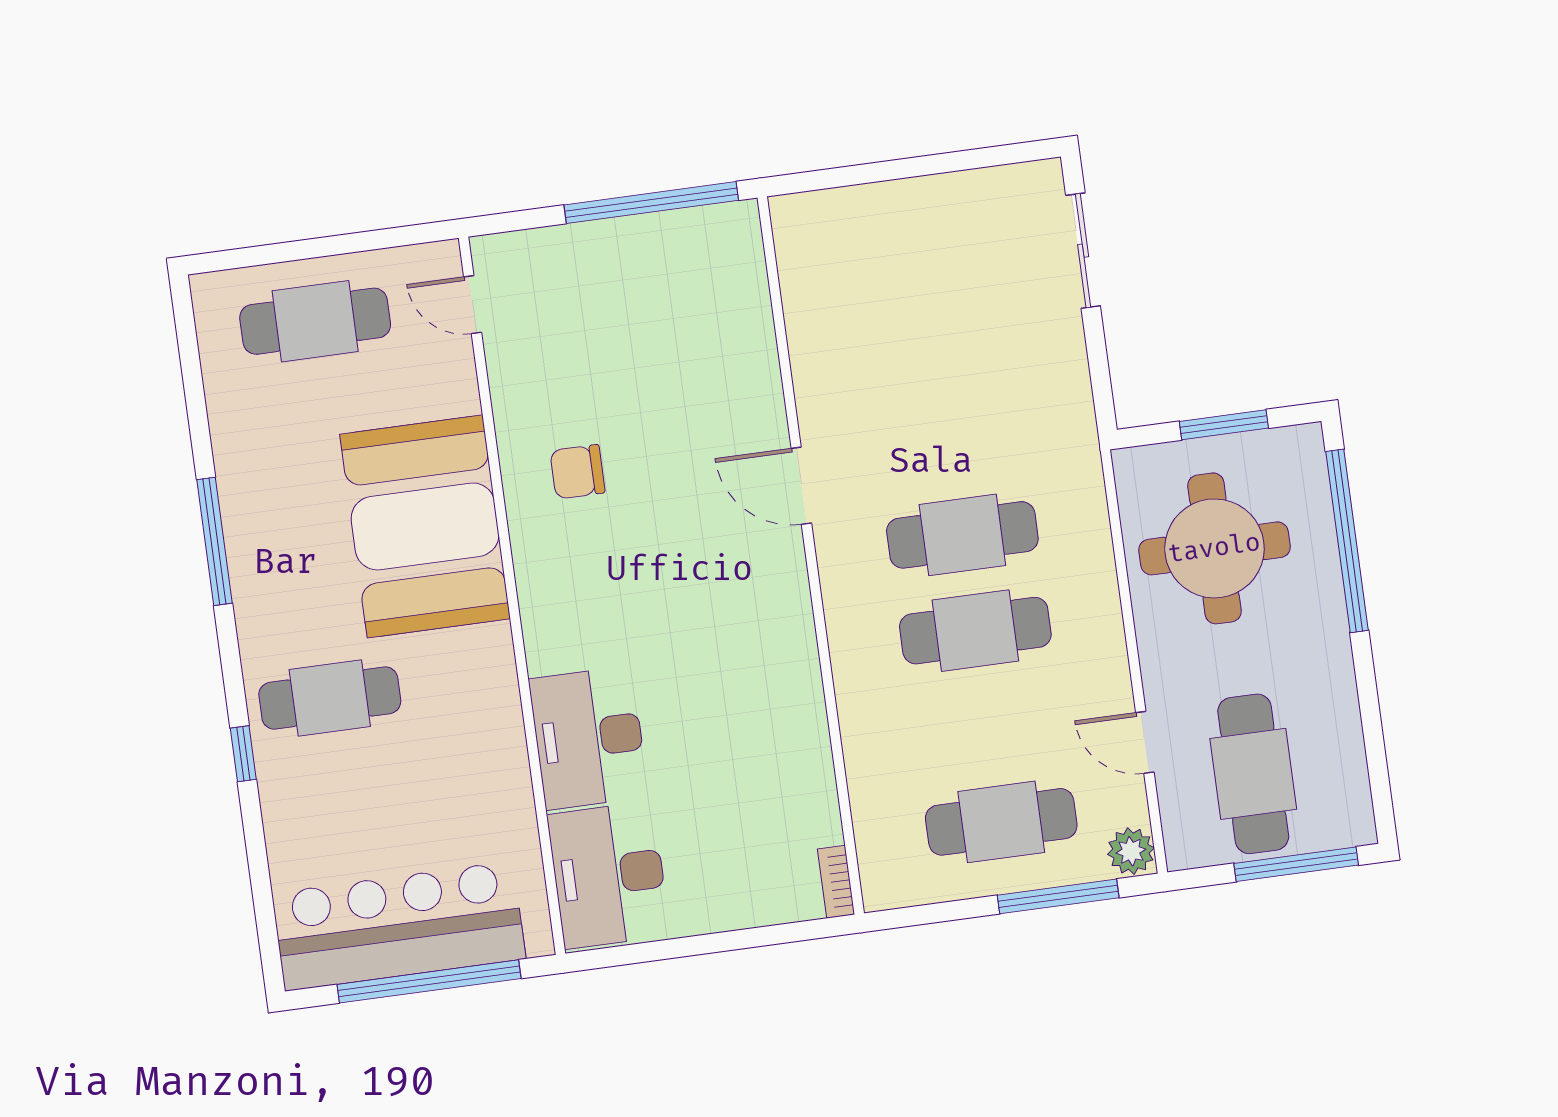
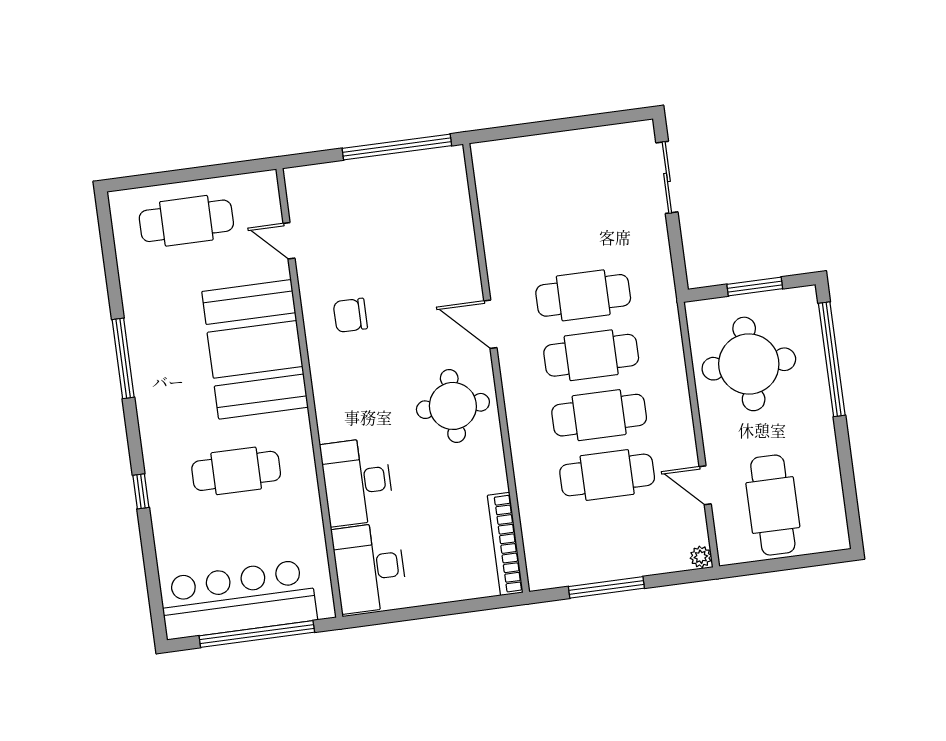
door: (473, 305) -> (289, 241), moved
cafe table: (949, 439) -> (583, 295), added
round table: (742, 616) -> (453, 406), added
cafe table: (330, 698) -> (236, 471), moved
cafe table: (1001, 822) -> (607, 475), moved
plant: (1131, 851) -> (701, 557), width x0.73, depth x0.73
window: (1296, 864) -> (800, 562), removed
bookcase: (836, 882) -> (505, 544), width x2.31, depth x1.31
window: (1058, 896) -> (606, 587), moved

